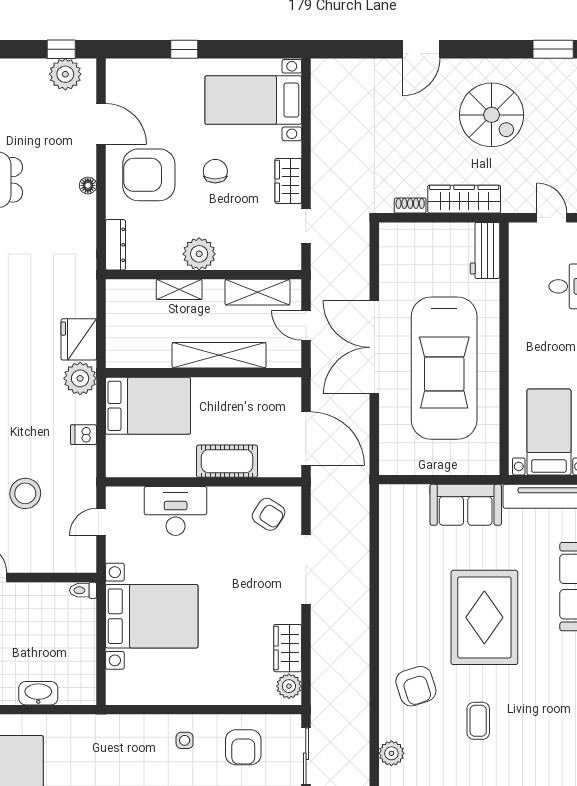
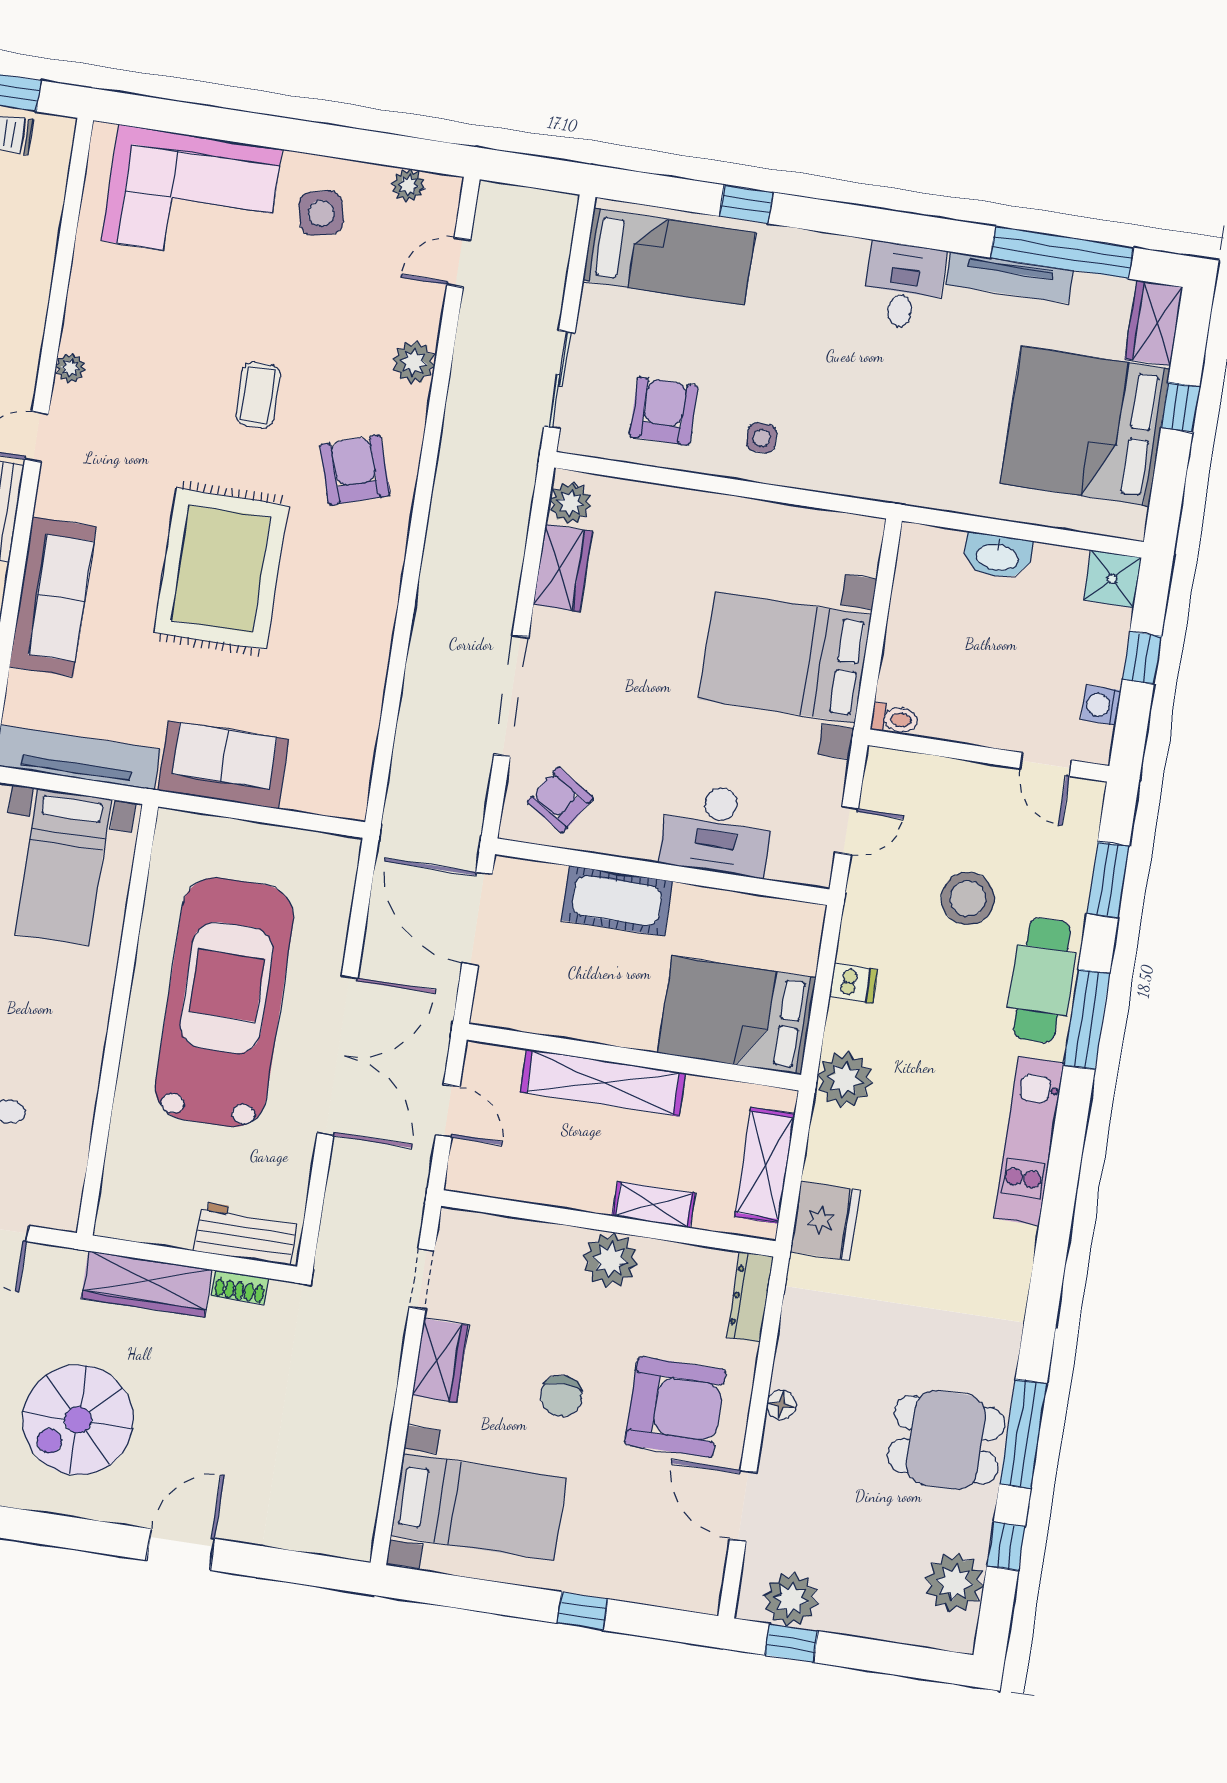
spiral stairs: (492, 115) -> (78, 1420), turned -90
workbench: (485, 250) -> (246, 1234), moved, turned -90
shelving: (257, 292) -> (765, 1165), moved, turned 90
fridge: (79, 339) -> (825, 1221), moved

